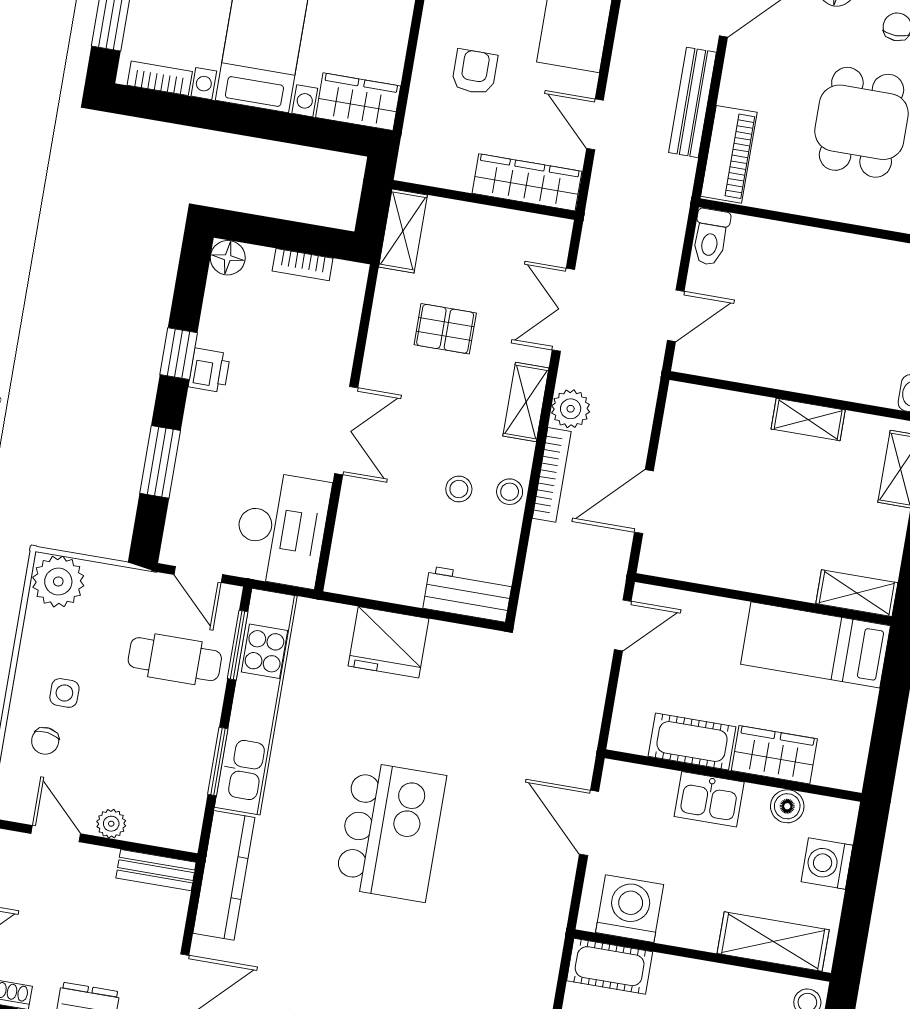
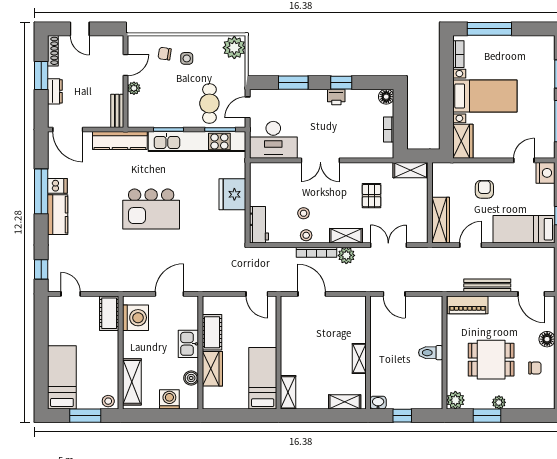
armchair: (475, 72) -> (484, 189), turned -90
toilet: (711, 237) -> (431, 353), moved

